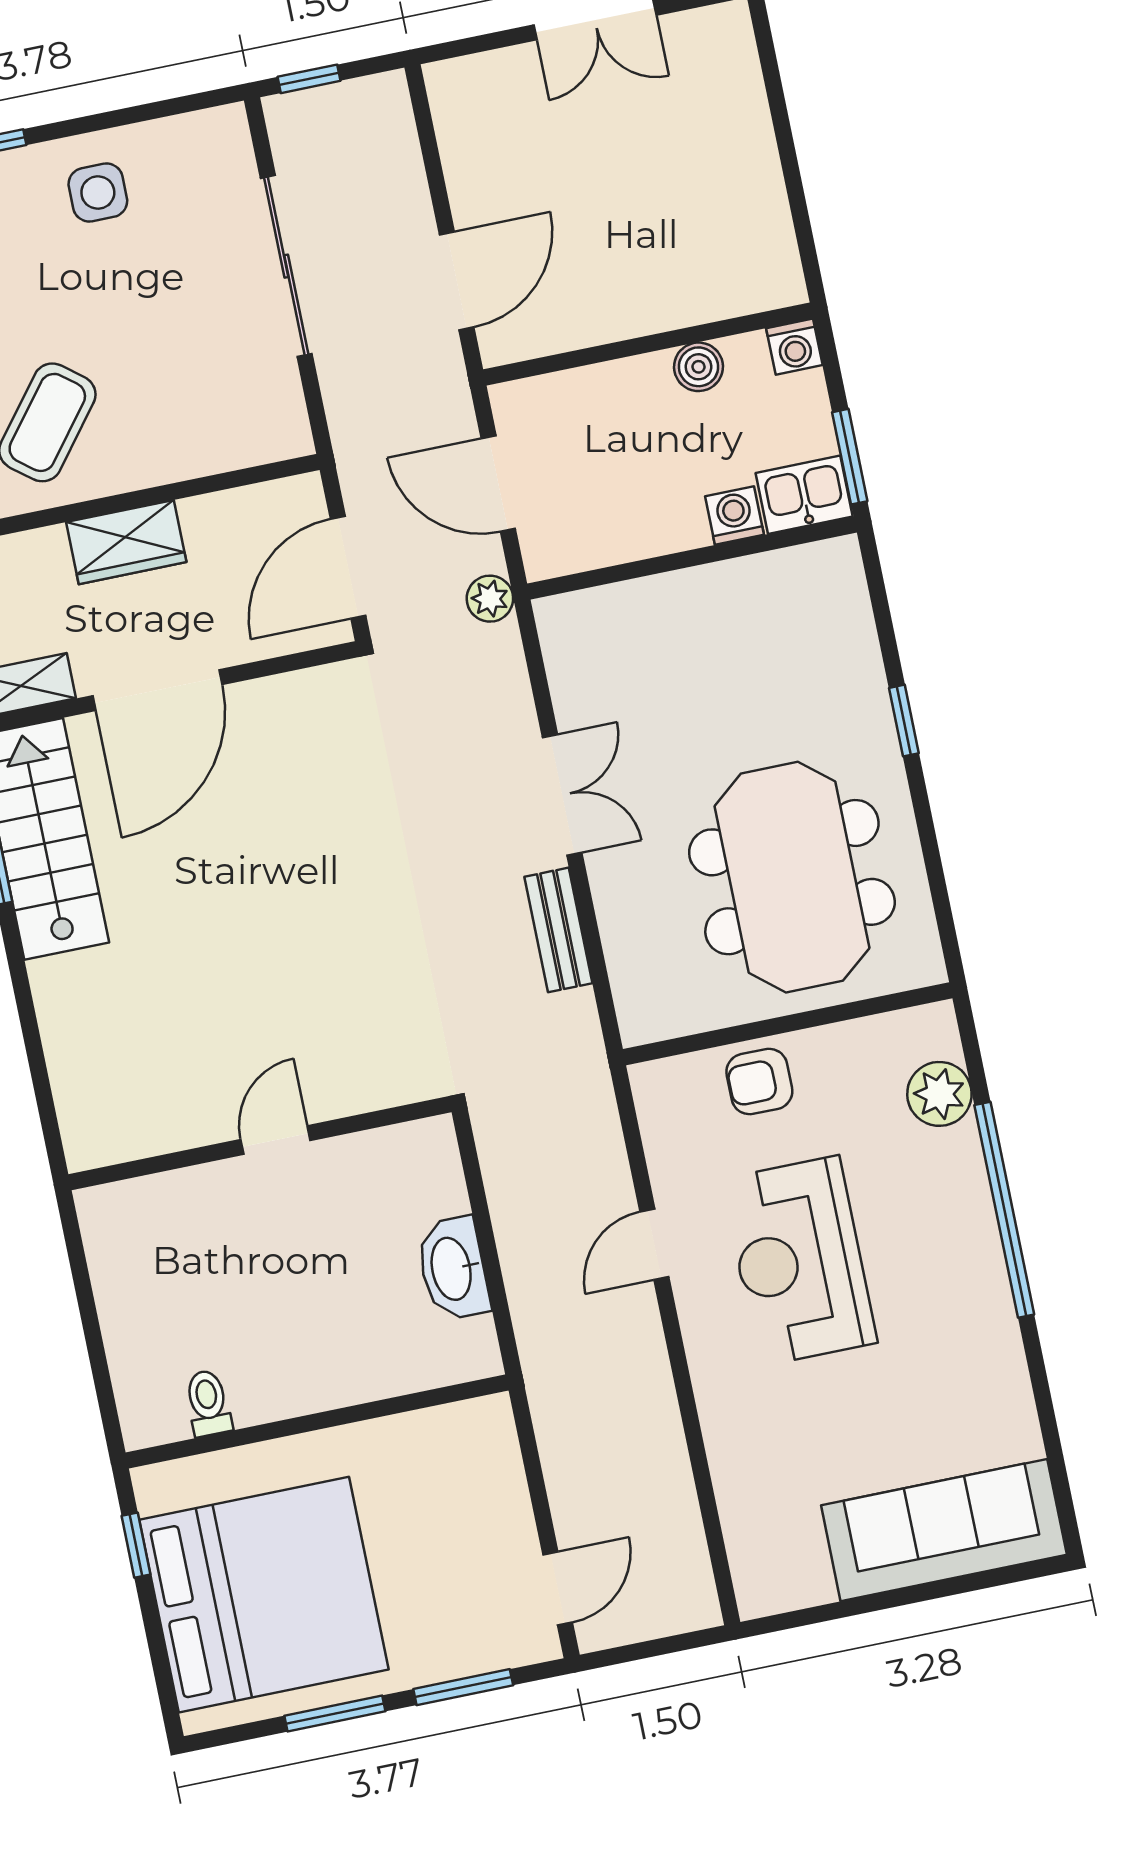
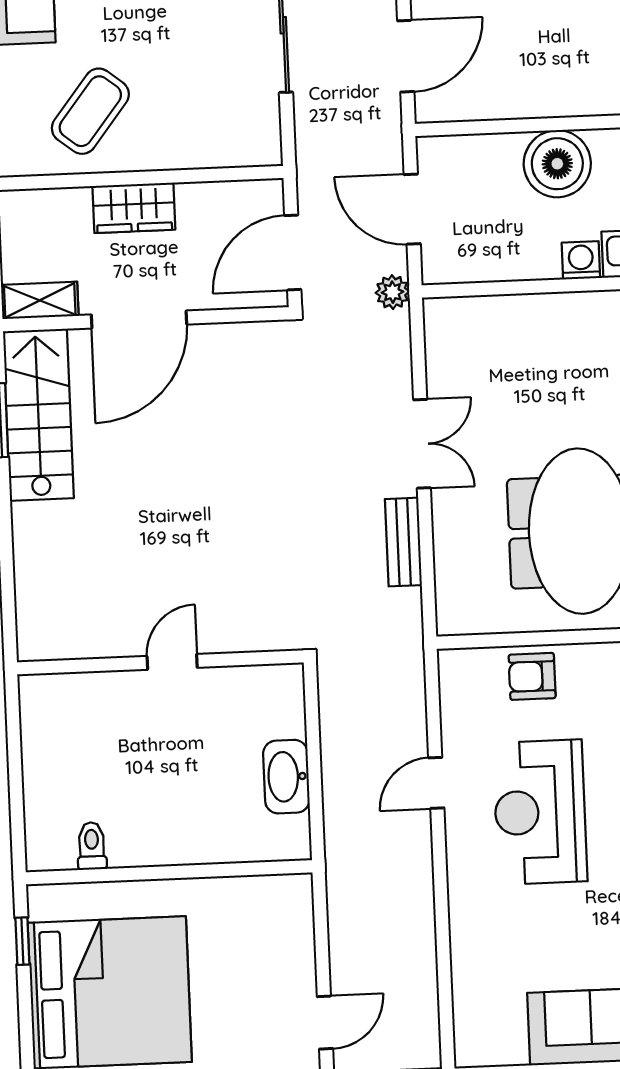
boiler: (698, 367) -> (557, 164), width x1.86, depth x1.86

